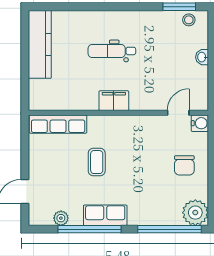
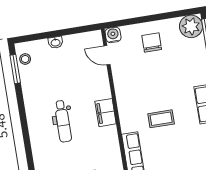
chair: (184, 165) -> (152, 43), turned -90

